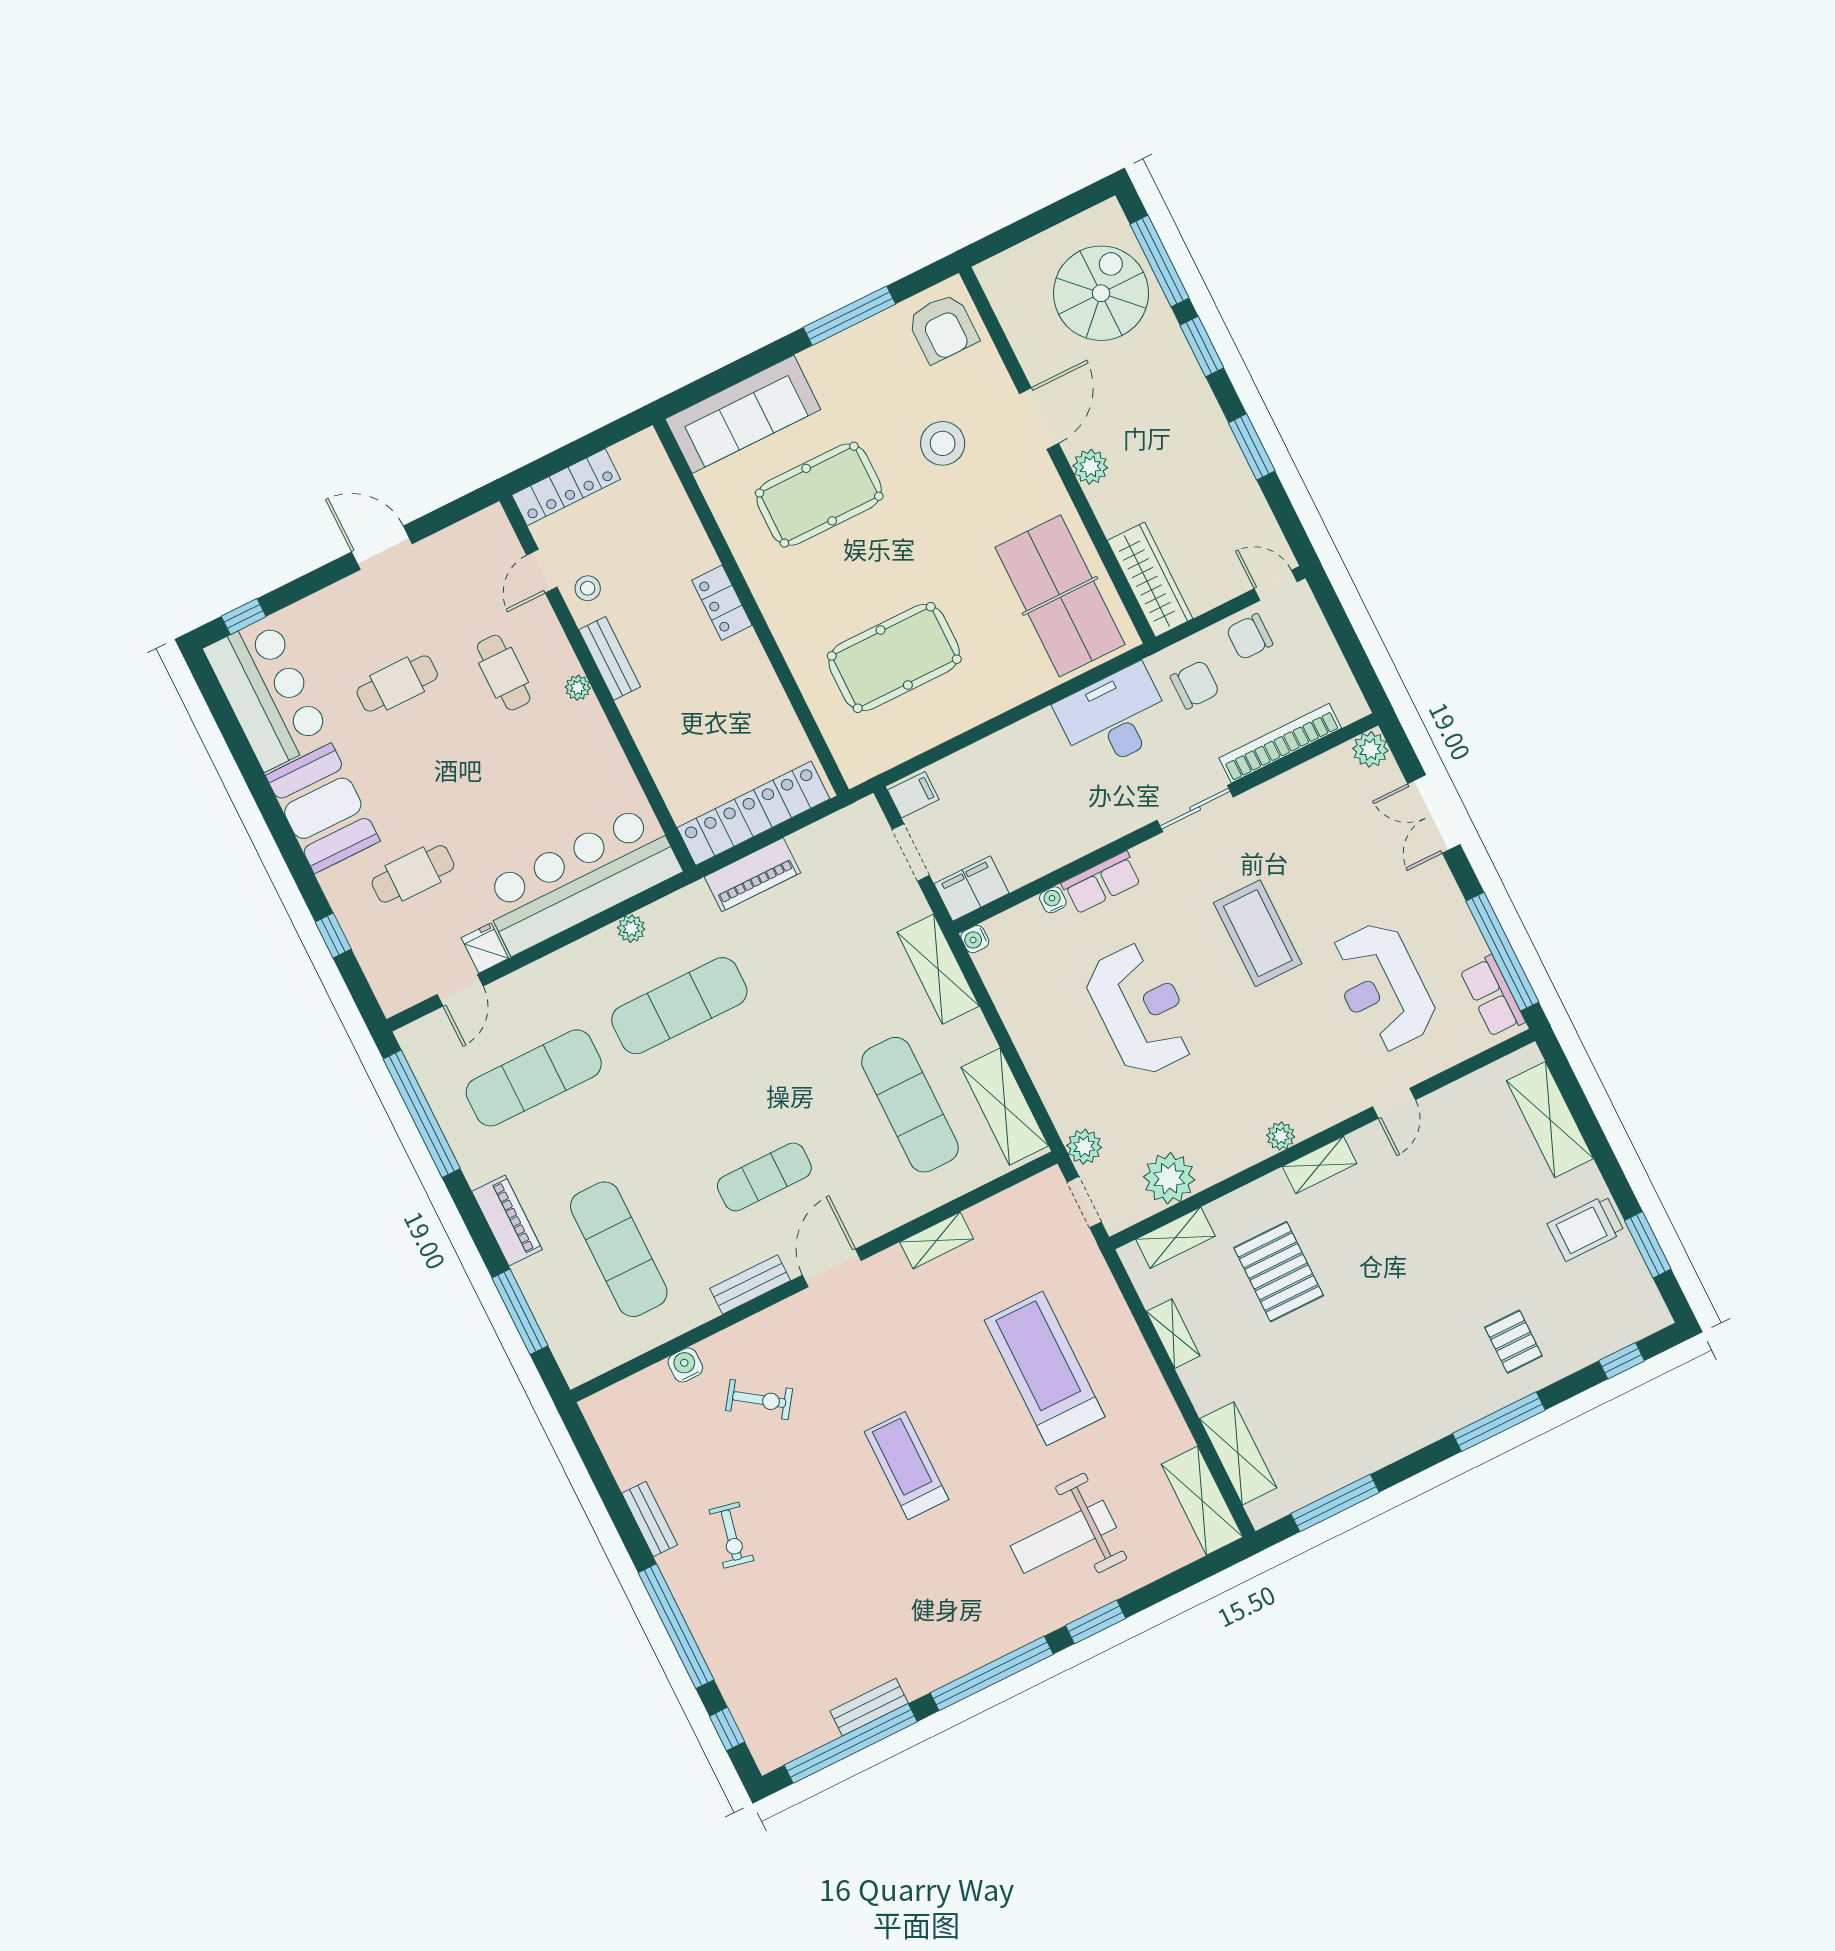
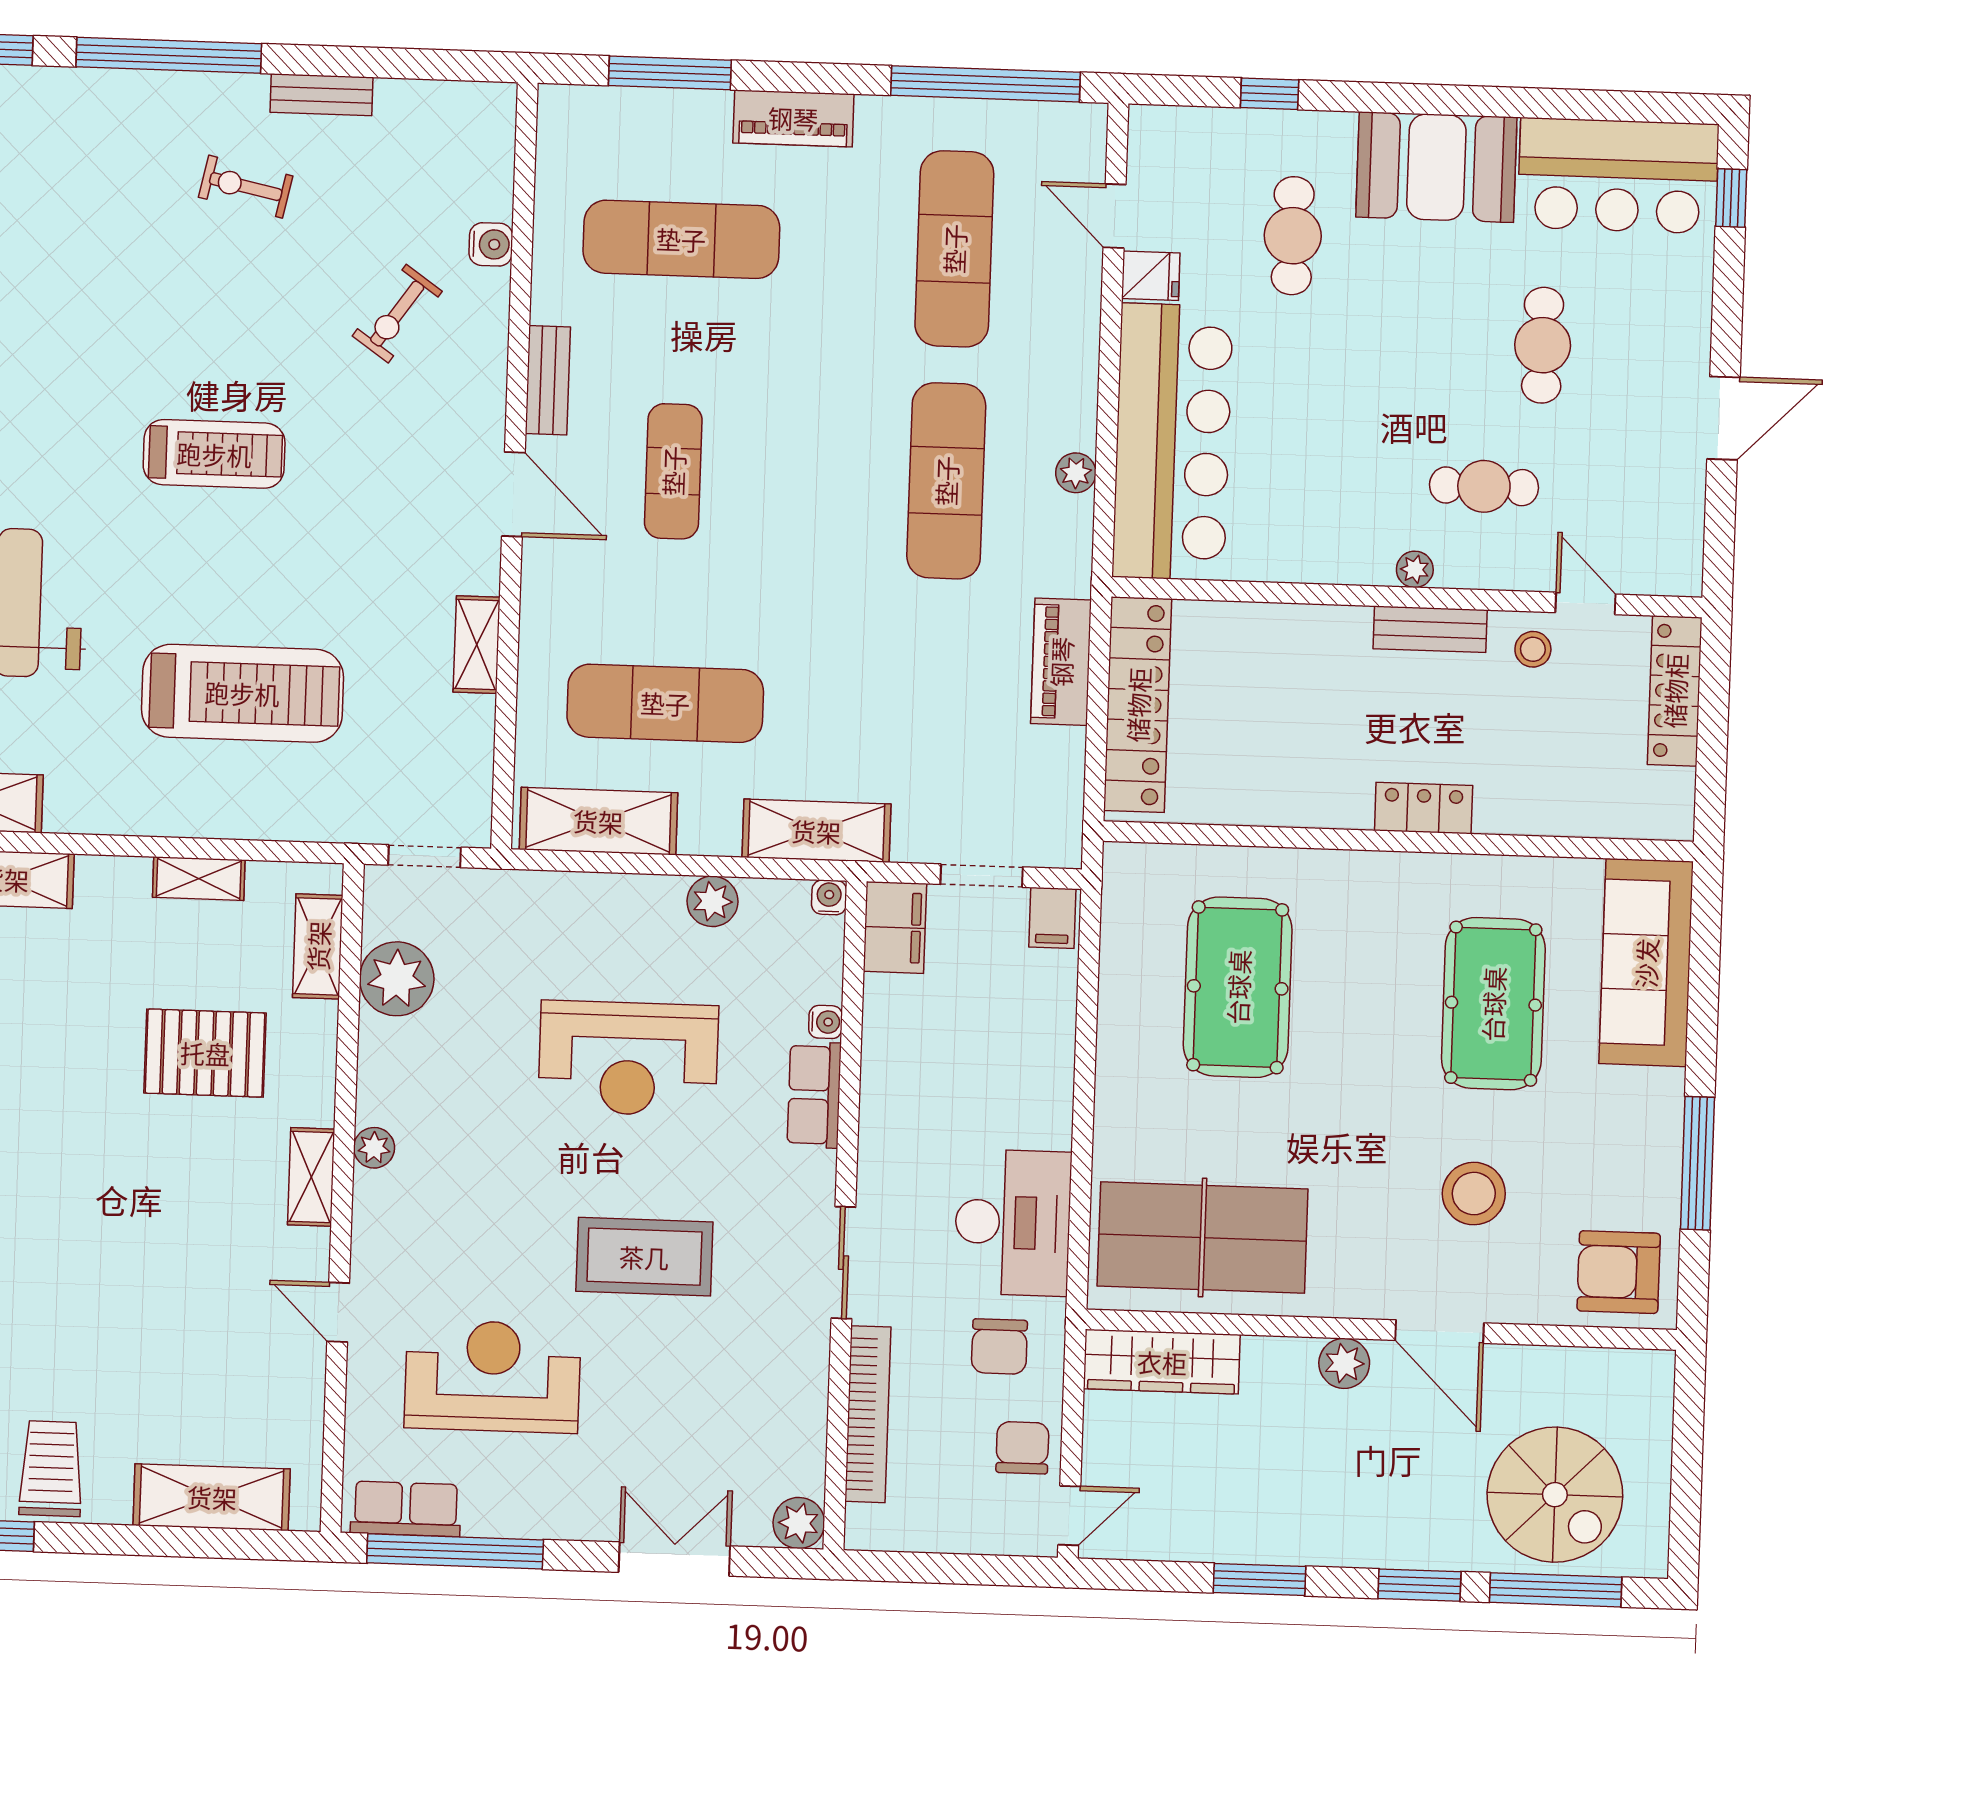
plant: (1084, 1147) -> (712, 901), moved

